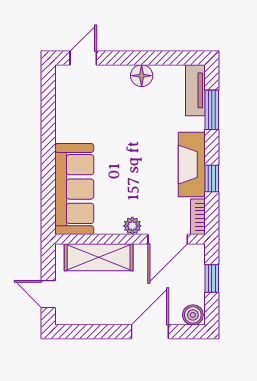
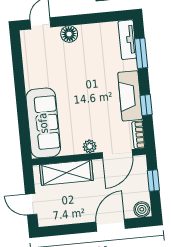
floor lamp: (142, 76) -> (69, 34), moved

